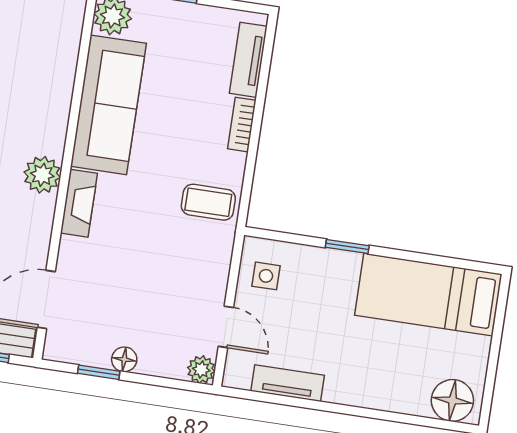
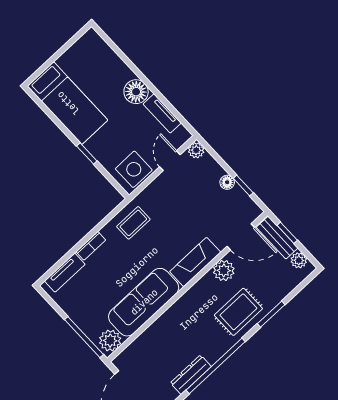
plant: (42, 175) -> (224, 271), moved
coffee table: (208, 202) -> (133, 223), turned 90
fireplace: (79, 203) -> (195, 262), width x1.37, depth x1.32
side table: (266, 276) -> (134, 169), width x1.87, depth x1.87
floor lamp: (452, 400) -> (136, 92), moved

